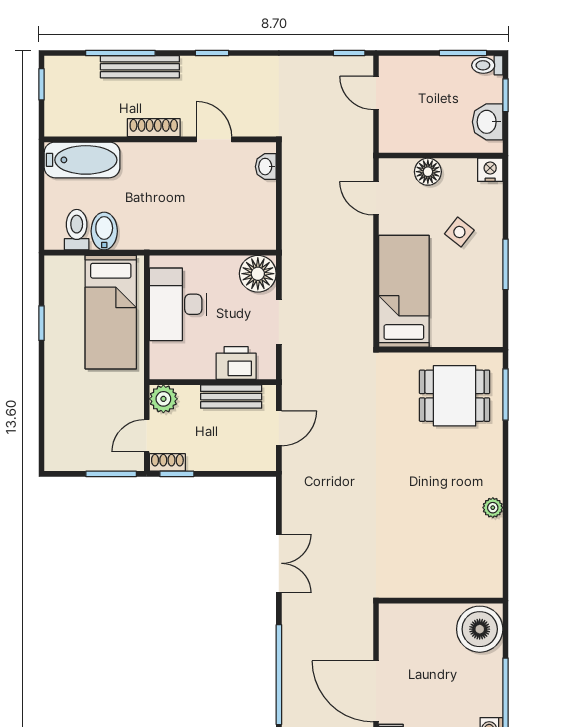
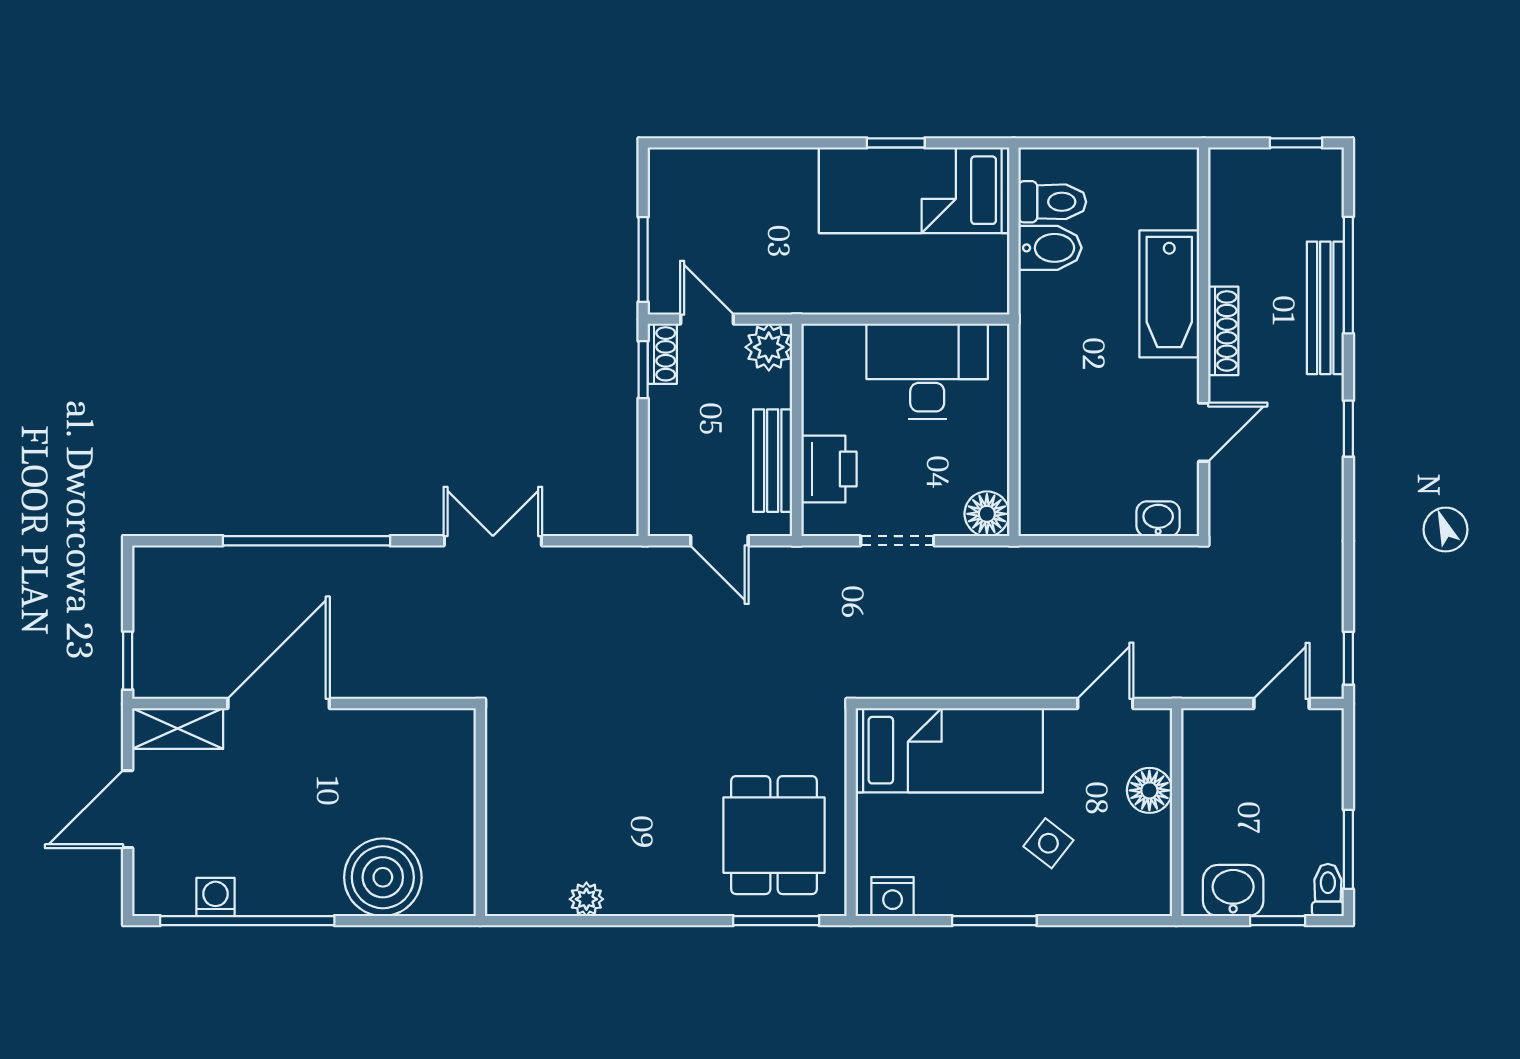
bathtub: (82, 160) -> (1169, 294), moved
nightstand: (490, 170) -> (893, 897), moved, turned 90
floor lamp: (258, 274) -> (987, 514), width x0.73, depth x0.73
bed: (111, 312) -> (914, 190), moved
double door: (279, 563) -> (493, 541), swing flipped
wall: (441, 601) -> (480, 812), moved

